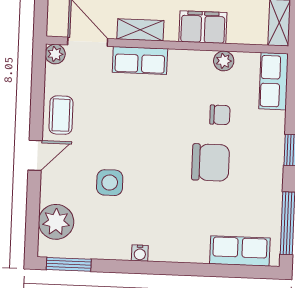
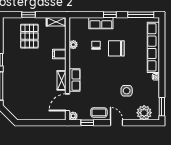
filing cabinet: (203, 27) -> (59, 54), width x0.50
row of seats: (274, 81) -> (101, 23), moved
window: (38, 86) -> (87, 123), added
chair: (211, 162) -> (116, 48), turned -90
row of seats: (240, 251) -> (153, 47), width x2.02

